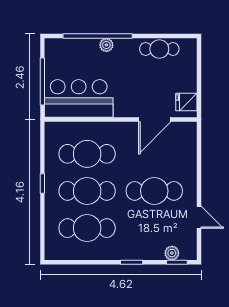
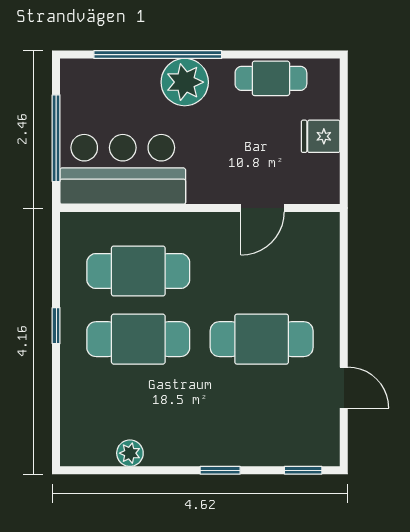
plant: (106, 45) -> (185, 82), width x1.88, depth x1.88
fridge: (186, 102) -> (321, 136), moved
door: (155, 120) -> (263, 208), width x0.73
cafe table: (87, 228) -> (138, 407), removed
plant: (172, 253) -> (130, 453), moved

